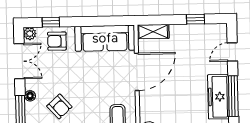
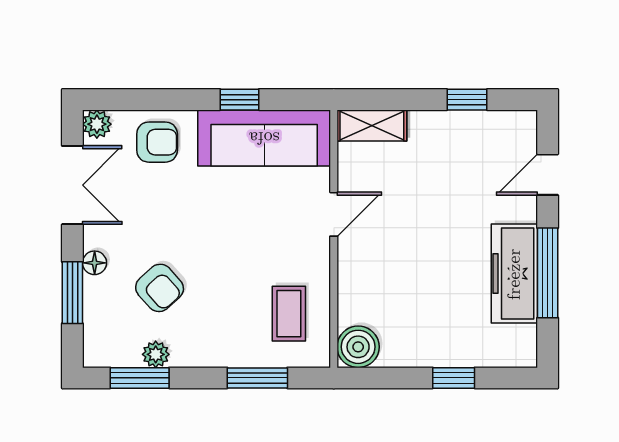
window: (51, 22) -> (240, 100), moved
armchair: (57, 41) -> (157, 142), turned 180
door: (137, 72) -> (334, 214), width x0.53

